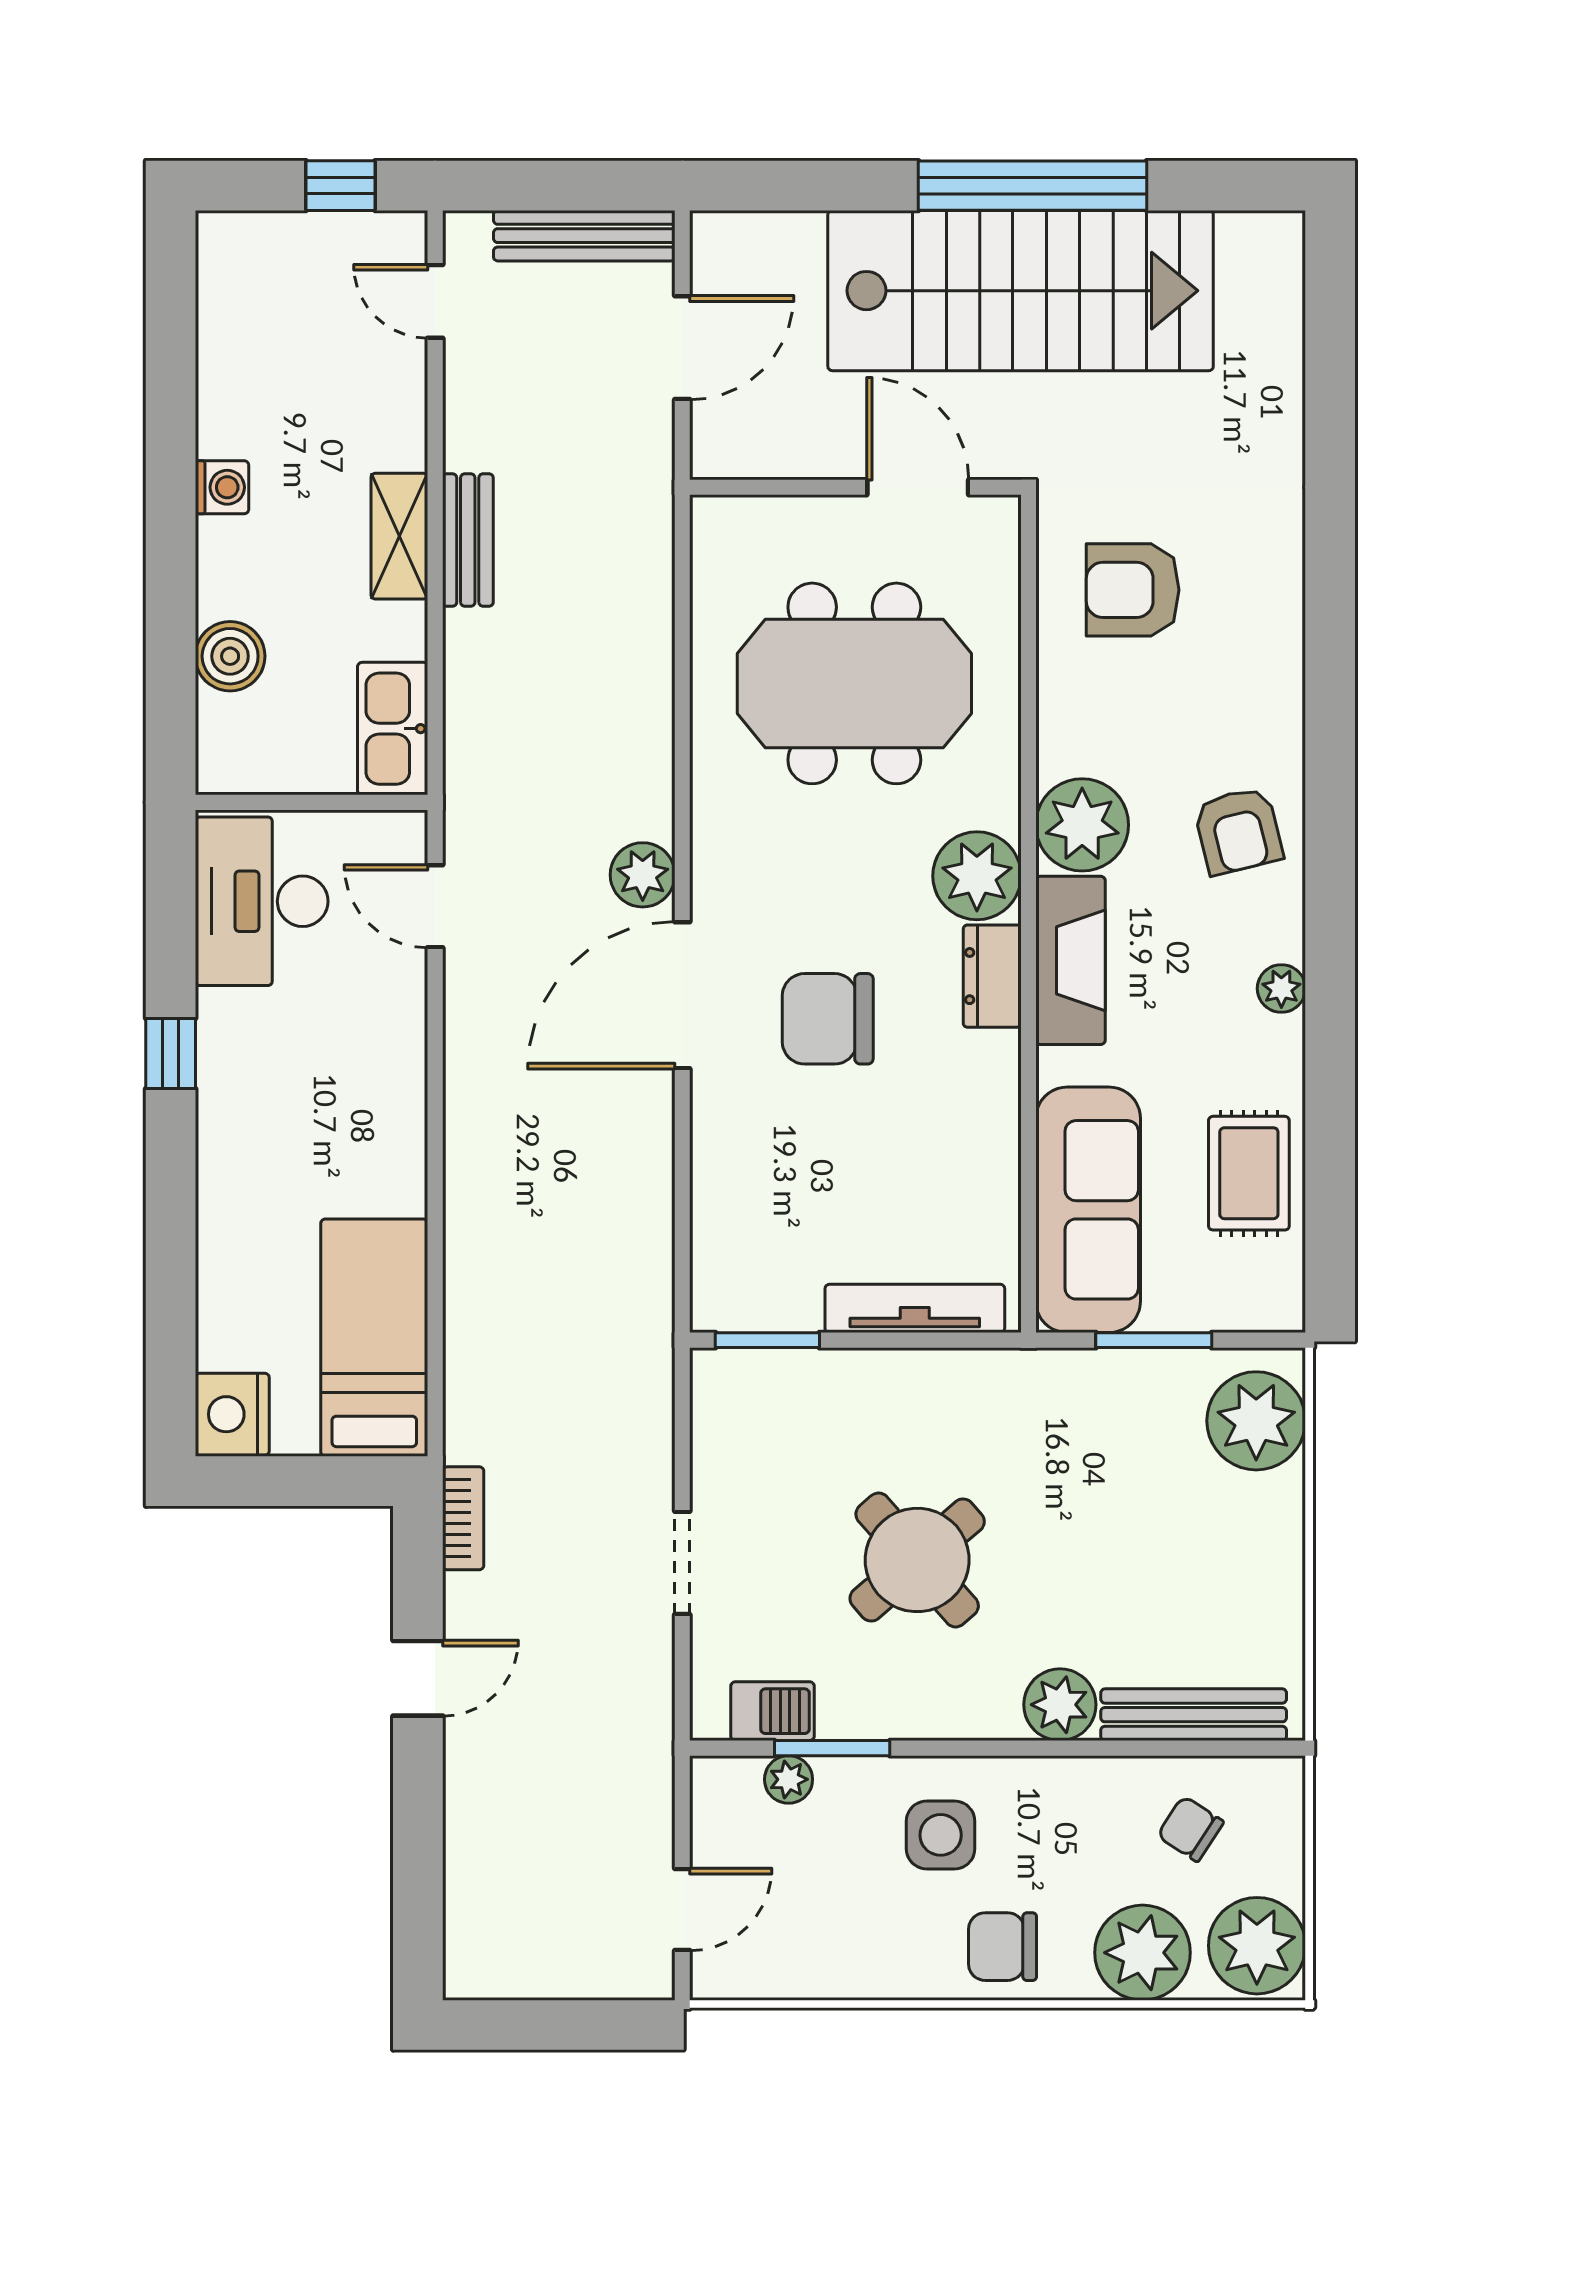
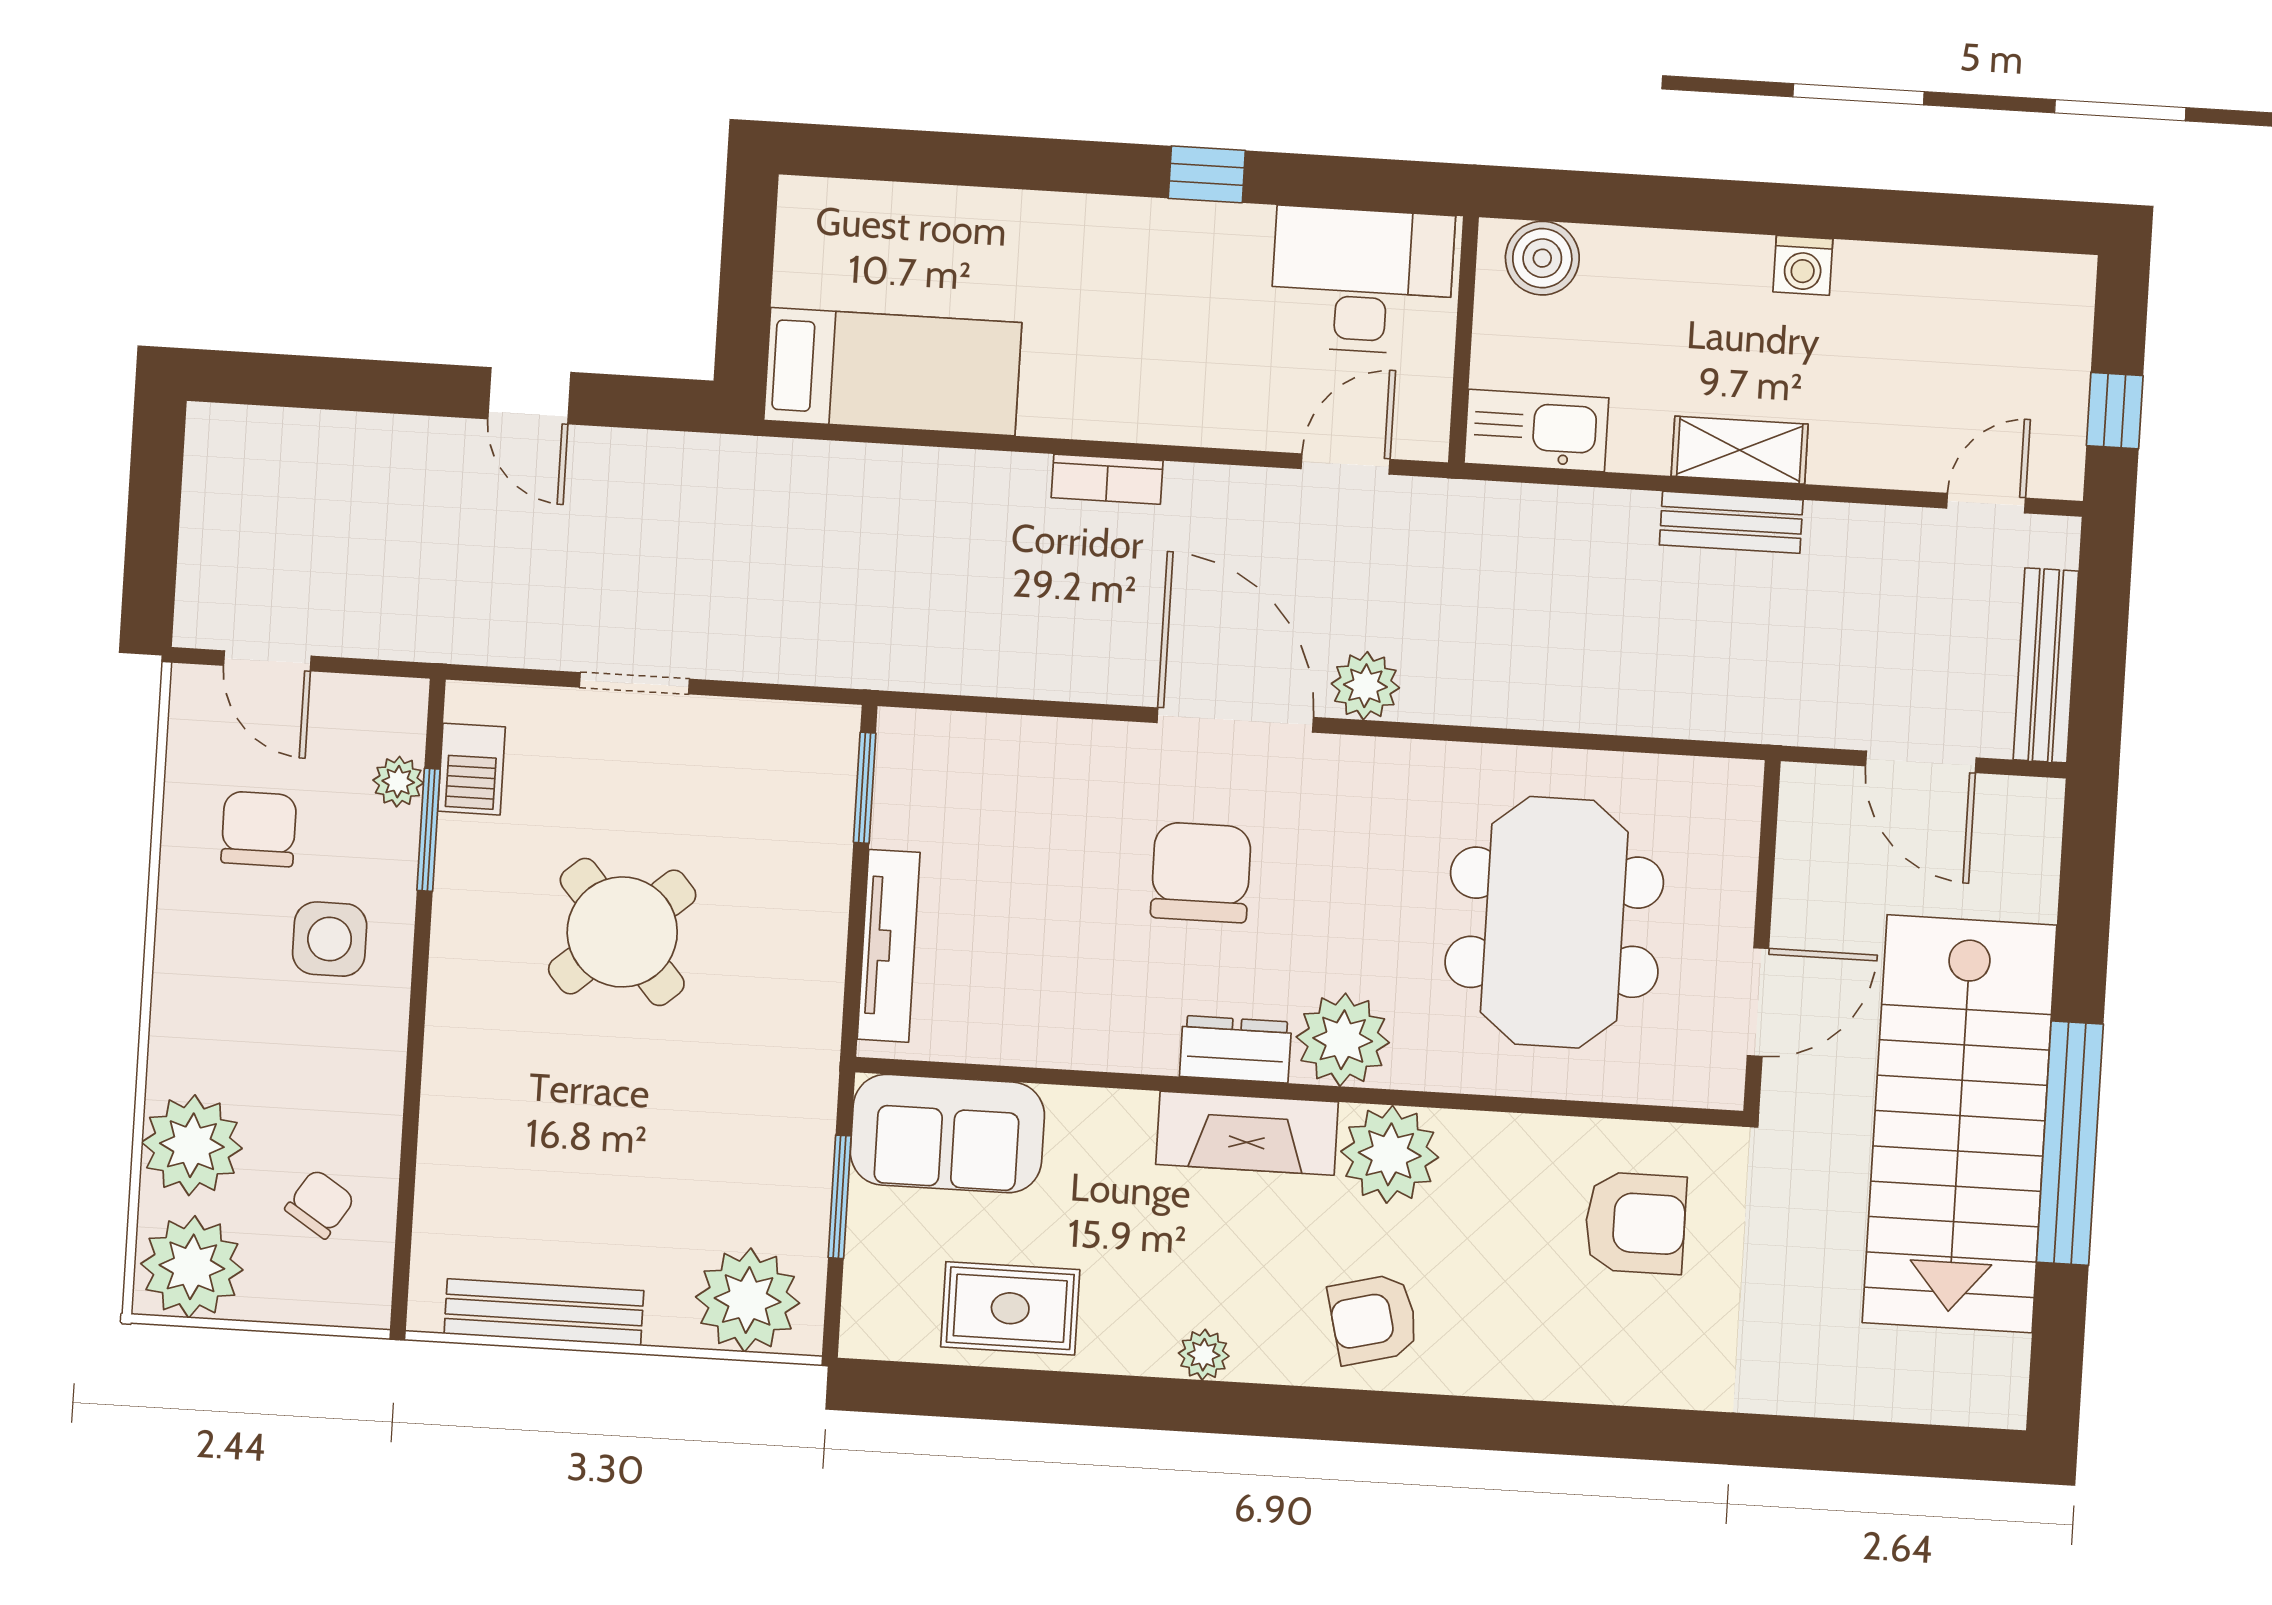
armchair: (1133, 590) -> (1635, 1223), turned 90
boiler: (230, 656) -> (1542, 258), moved
sofa: (1088, 1210) -> (947, 1134), width x0.73
nightstand: (232, 1414) -> (821, 216), removed
bookcase: (463, 1518) -> (1107, 479), moved
plant: (1060, 1705) -> (460, 1074), removed
bench: (1194, 1715) -> (544, 1312), moved, turned 90
chair: (1003, 1947) -> (259, 829), moved

